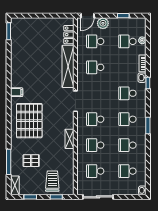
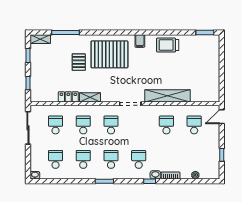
door: (88, 16) -> (222, 117), hinge flipped
plant: (103, 23) -> (213, 133), removed
locker: (69, 35) -> (68, 97), moved
school desk: (127, 41) -> (194, 159), removed
pallet: (31, 161) -> (79, 62), moved
trolley: (52, 181) -> (168, 45), moved, turned 180

